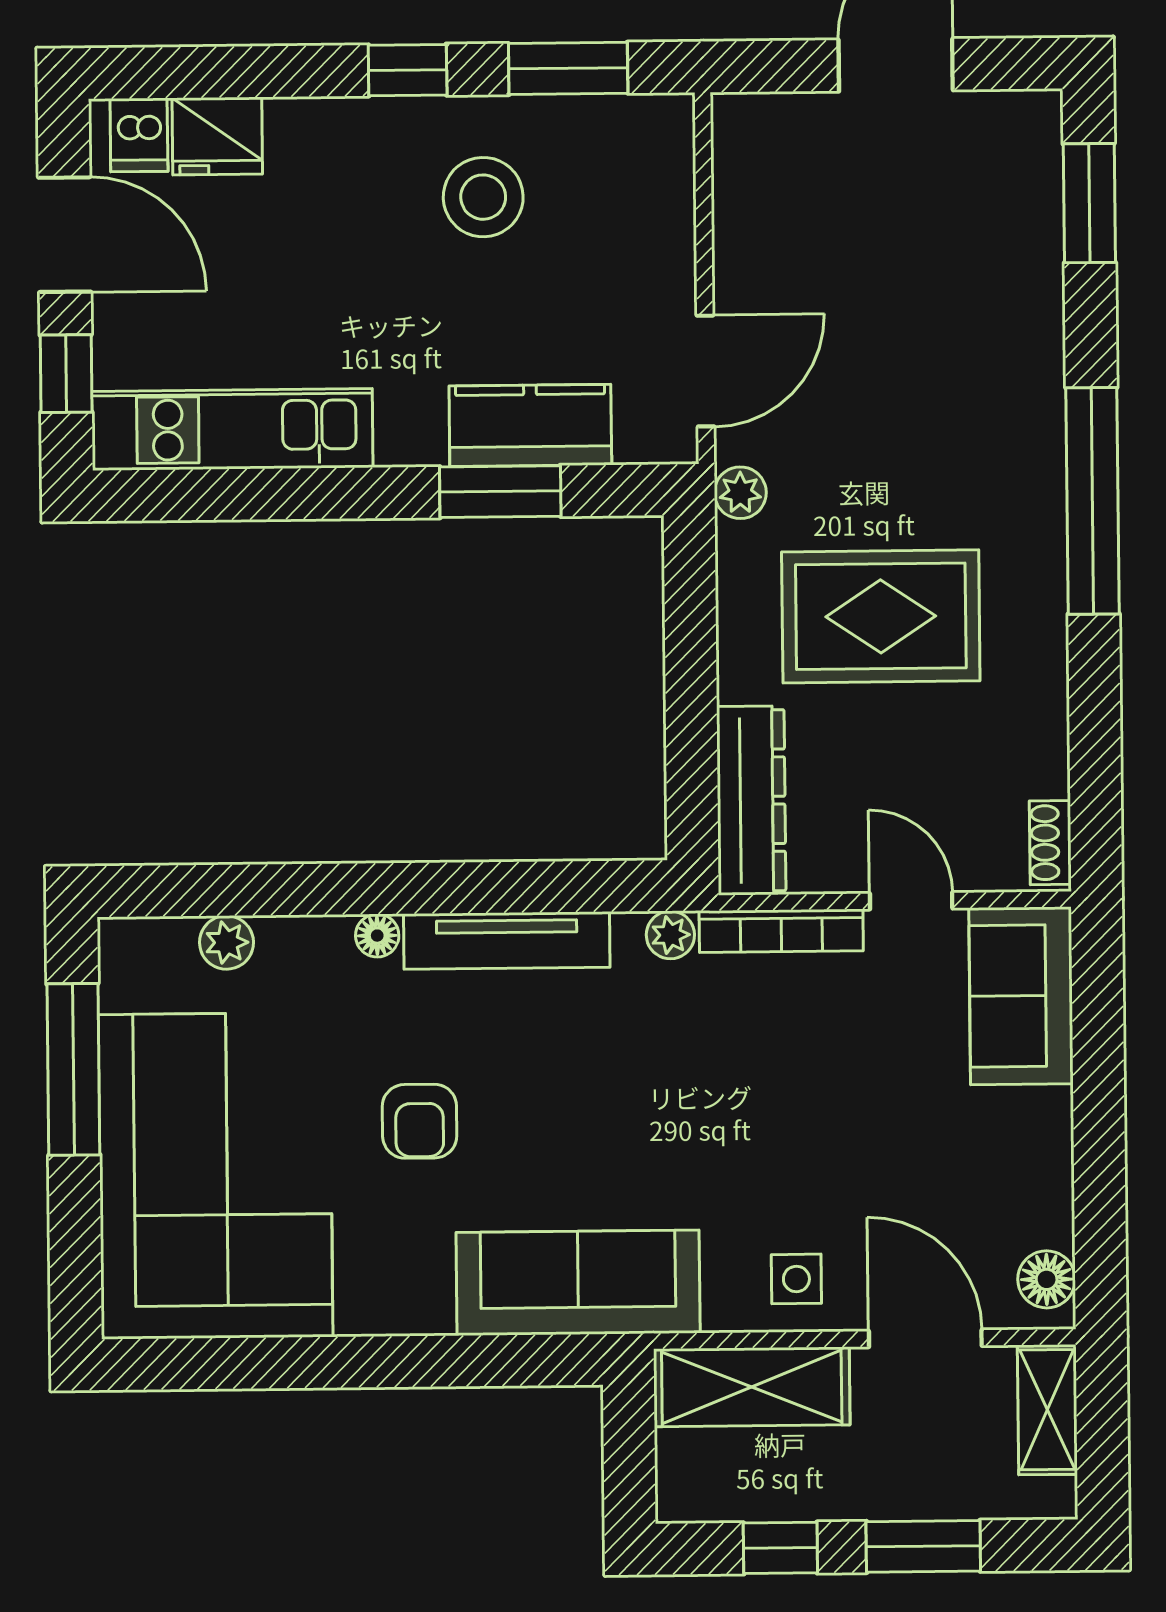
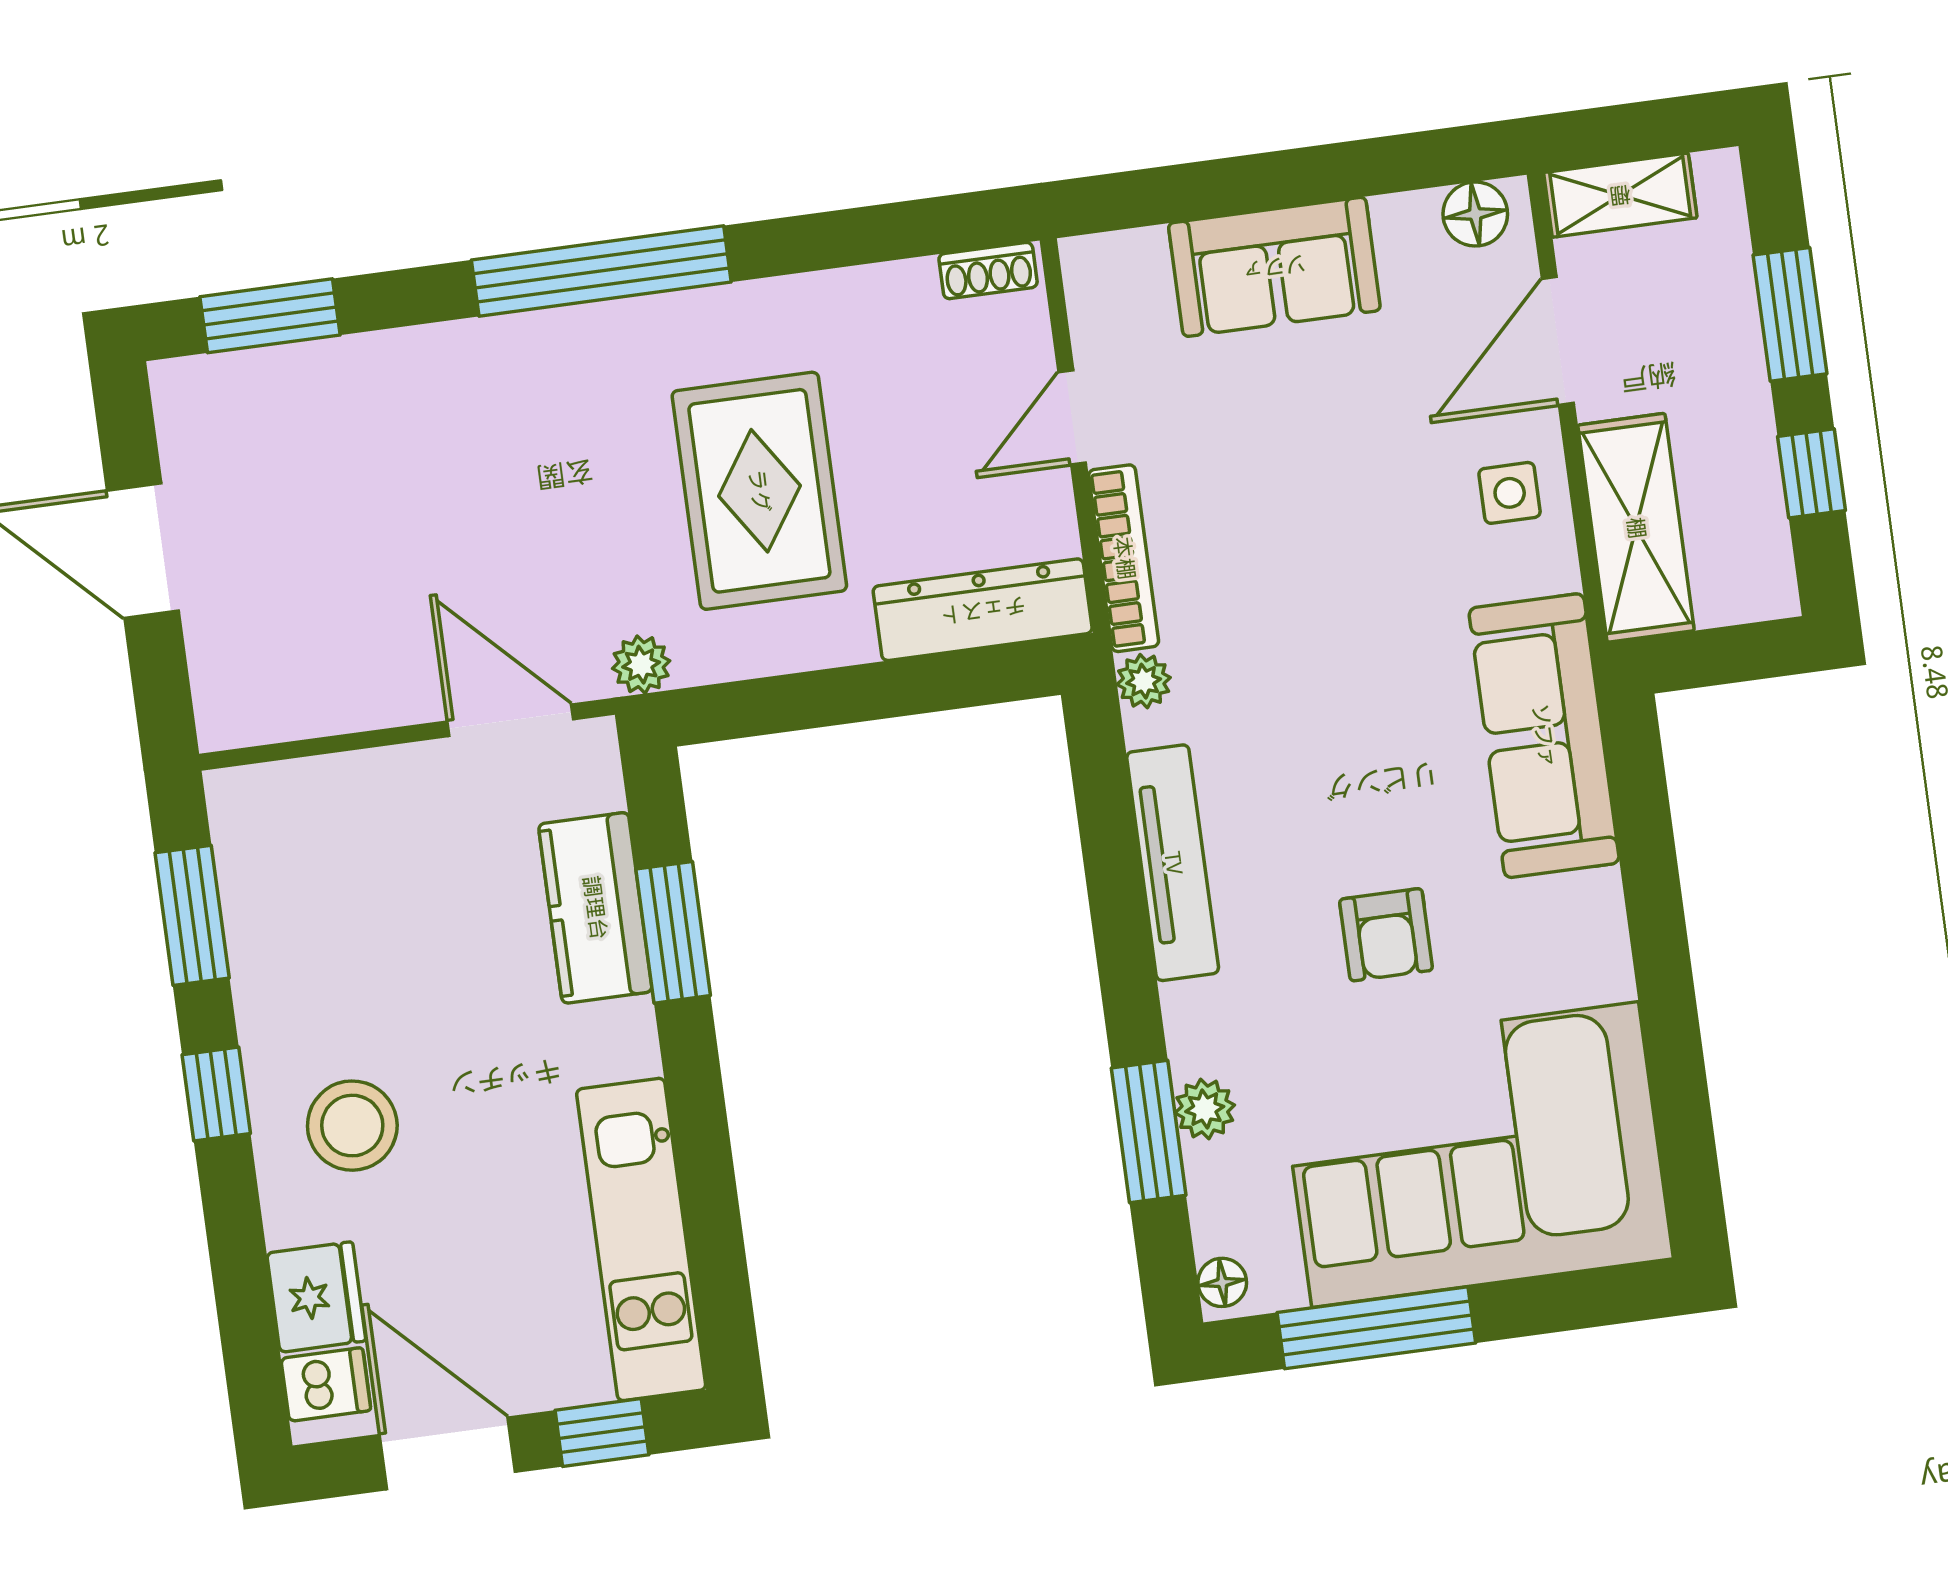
stool: (483, 197) -> (352, 1126), moved
door: (65, 235) -> (447, 1453), hinge flipped
window: (272, 890) -> (1149, 1132), added
floor lamp: (377, 936) -> (1222, 1282), moved
plant: (227, 942) -> (1205, 1109), moved
sofa: (1021, 996) -> (1274, 267), moved
armchair: (420, 1121) -> (1386, 935), turned 90

